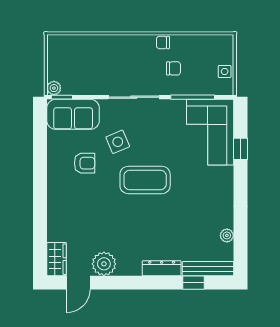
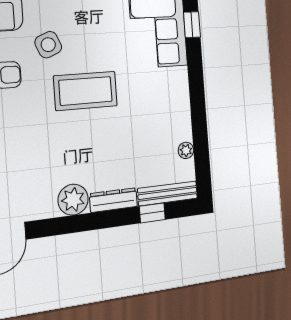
window: (241, 149) -> (192, 25), moved
plant: (104, 264) -> (73, 200), moved

